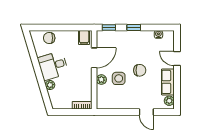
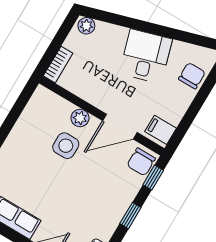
door: (94, 58) -> (120, 127), hinge flipped
chair: (140, 70) -> (141, 162), moved
plant: (50, 85) -> (86, 26), moved

